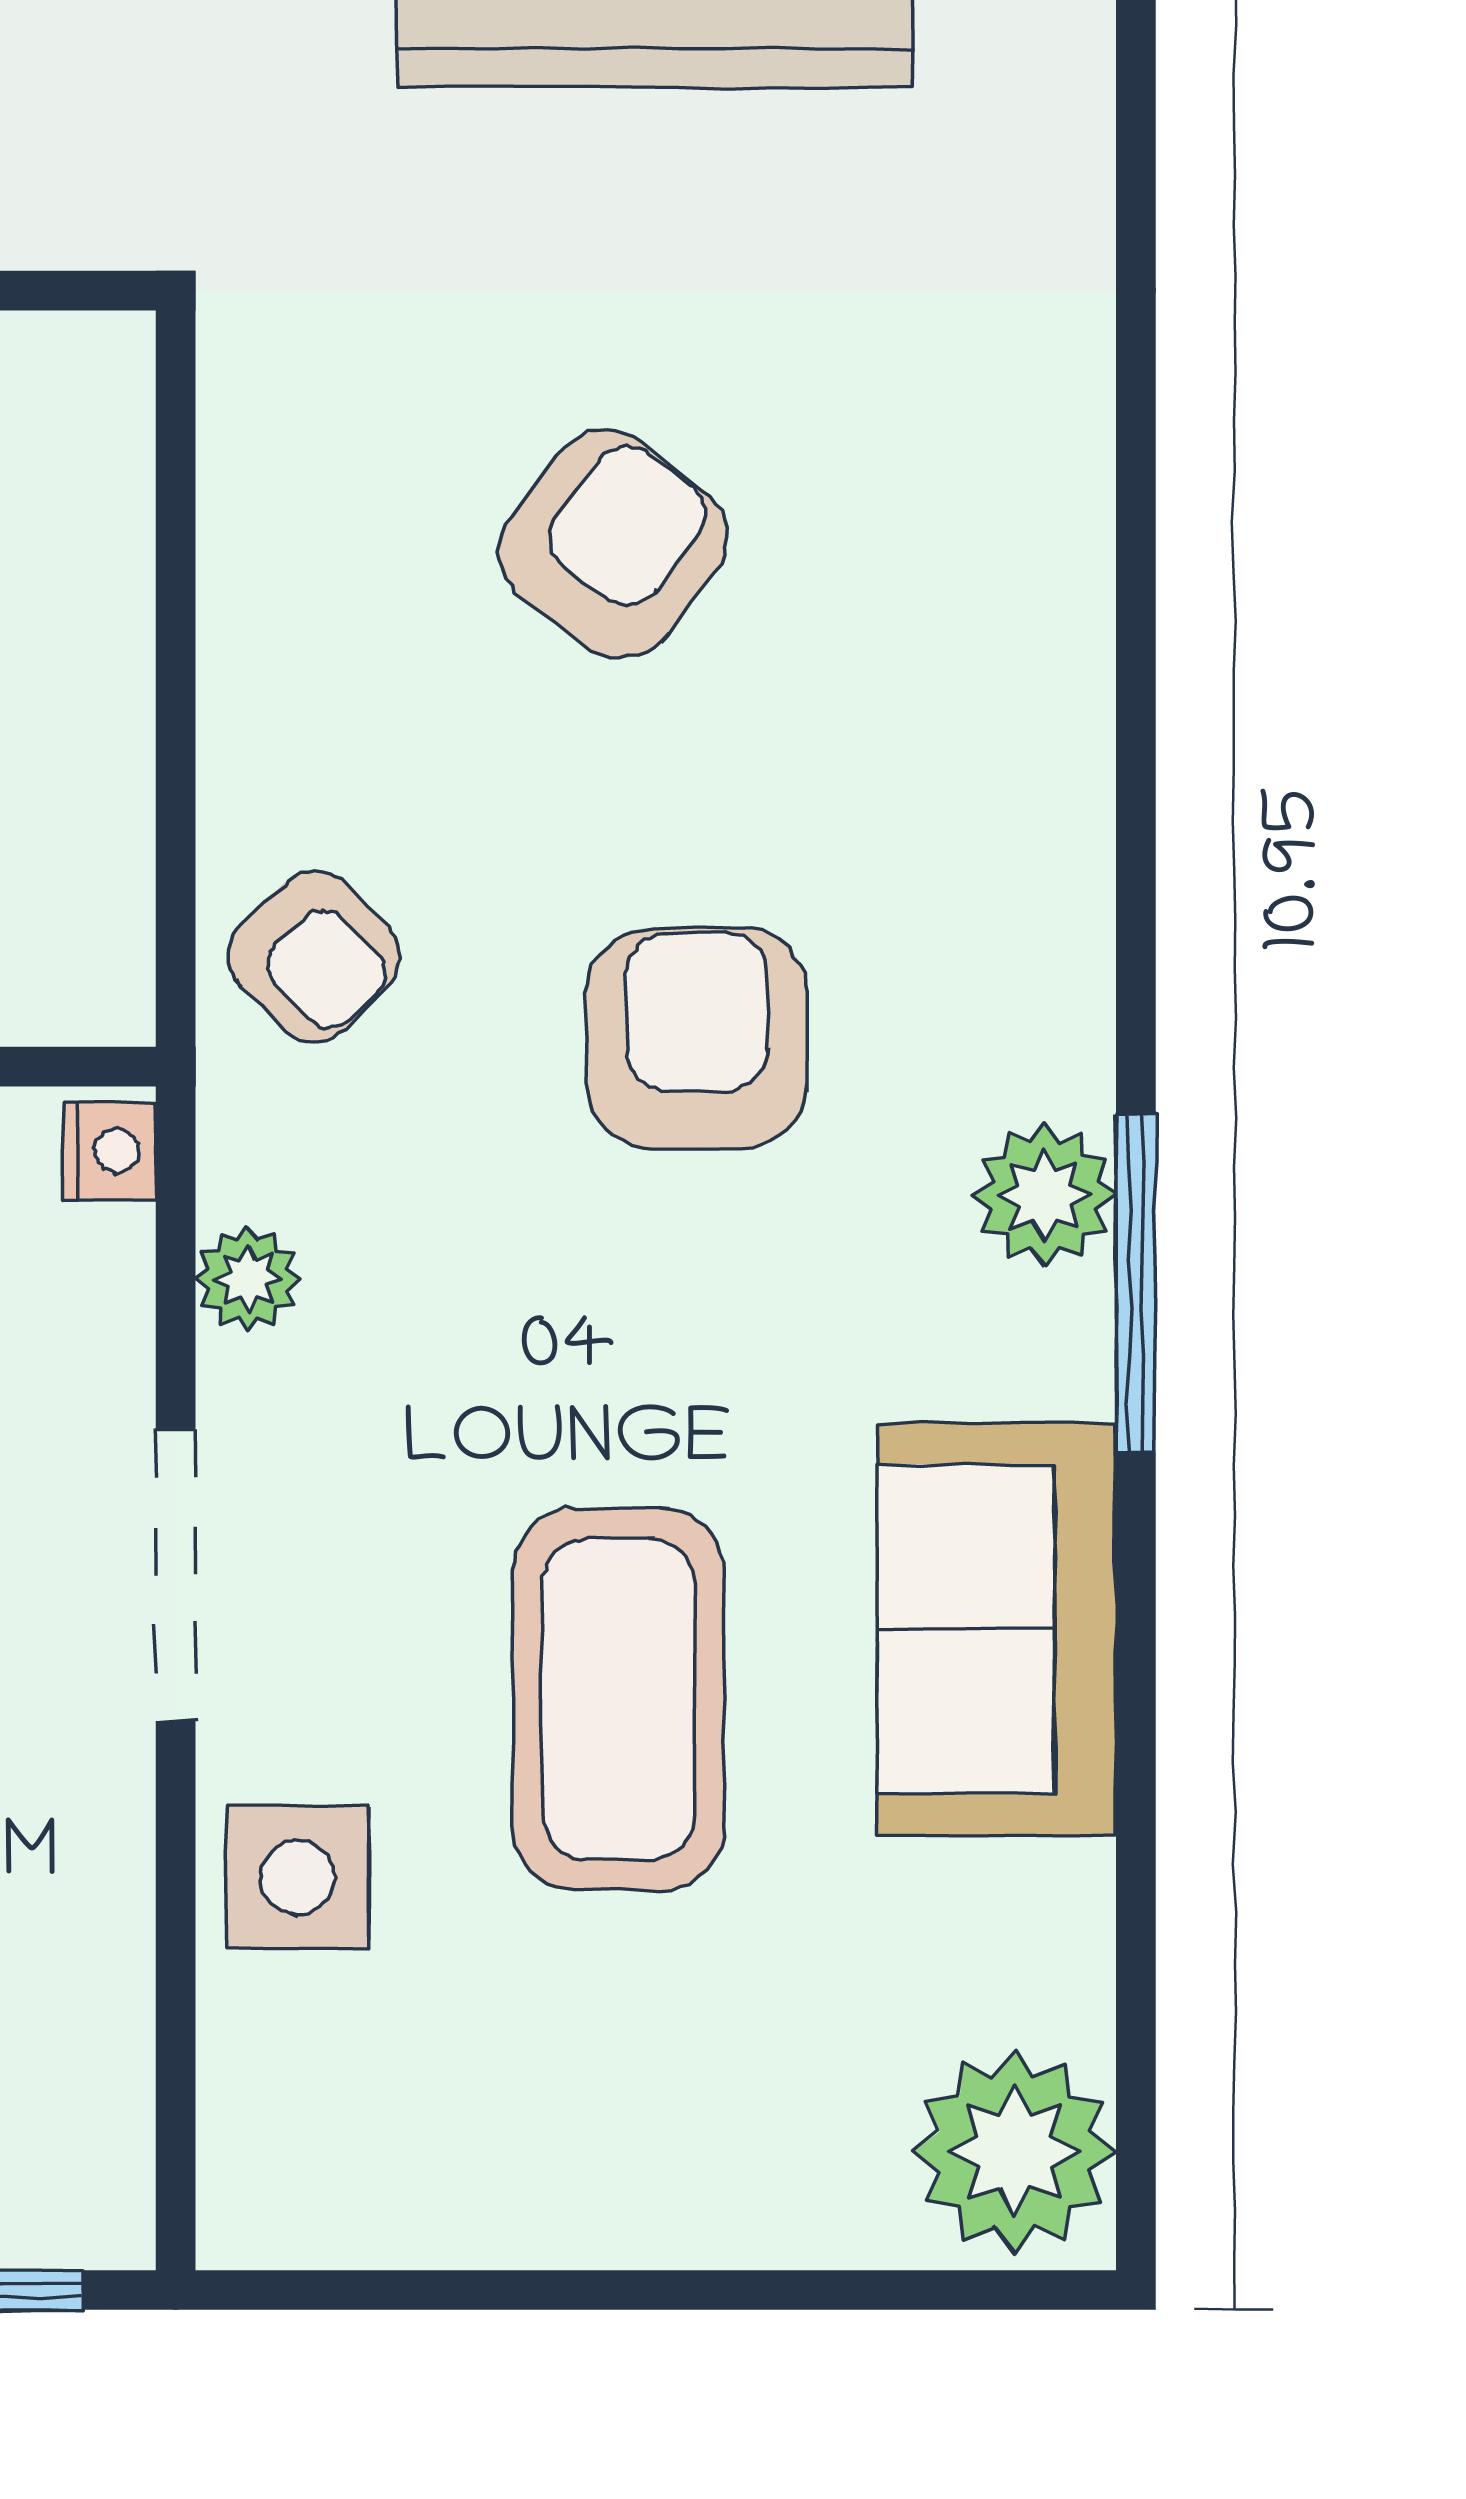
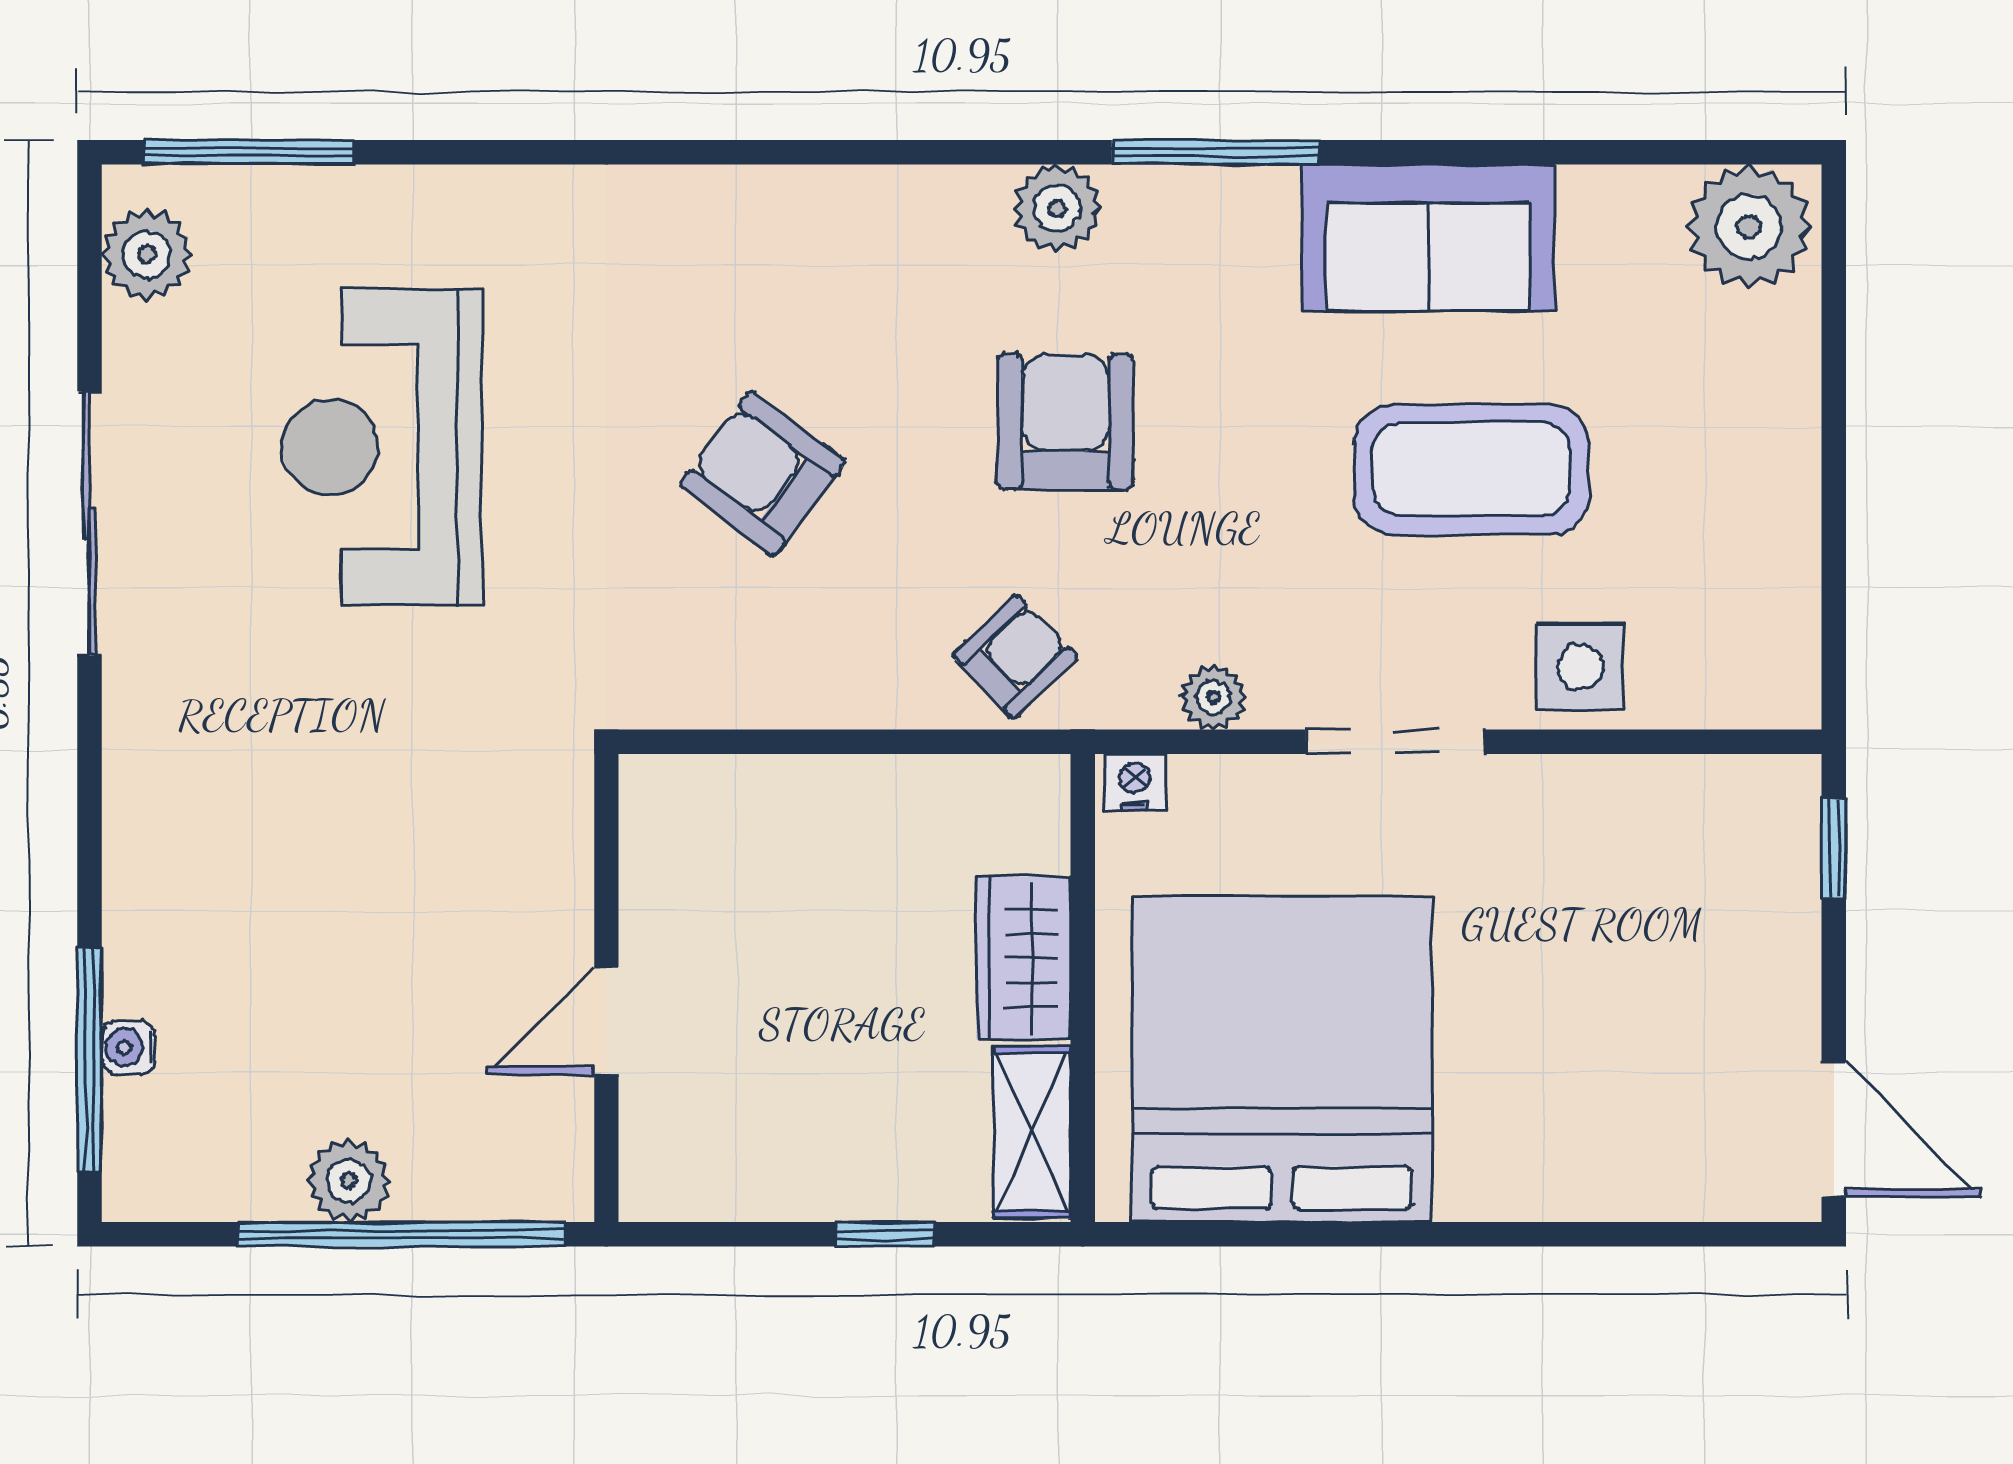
armchair: (697, 1038) -> (1065, 422), turned 90
plant: (1045, 1195) -> (1057, 208), moved

